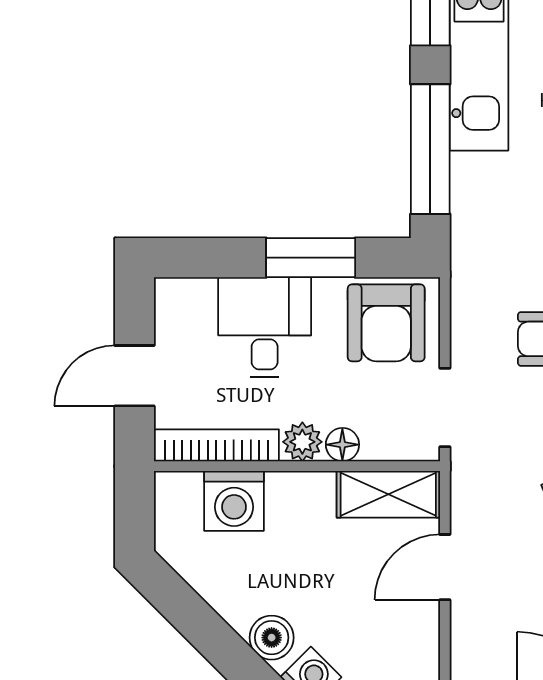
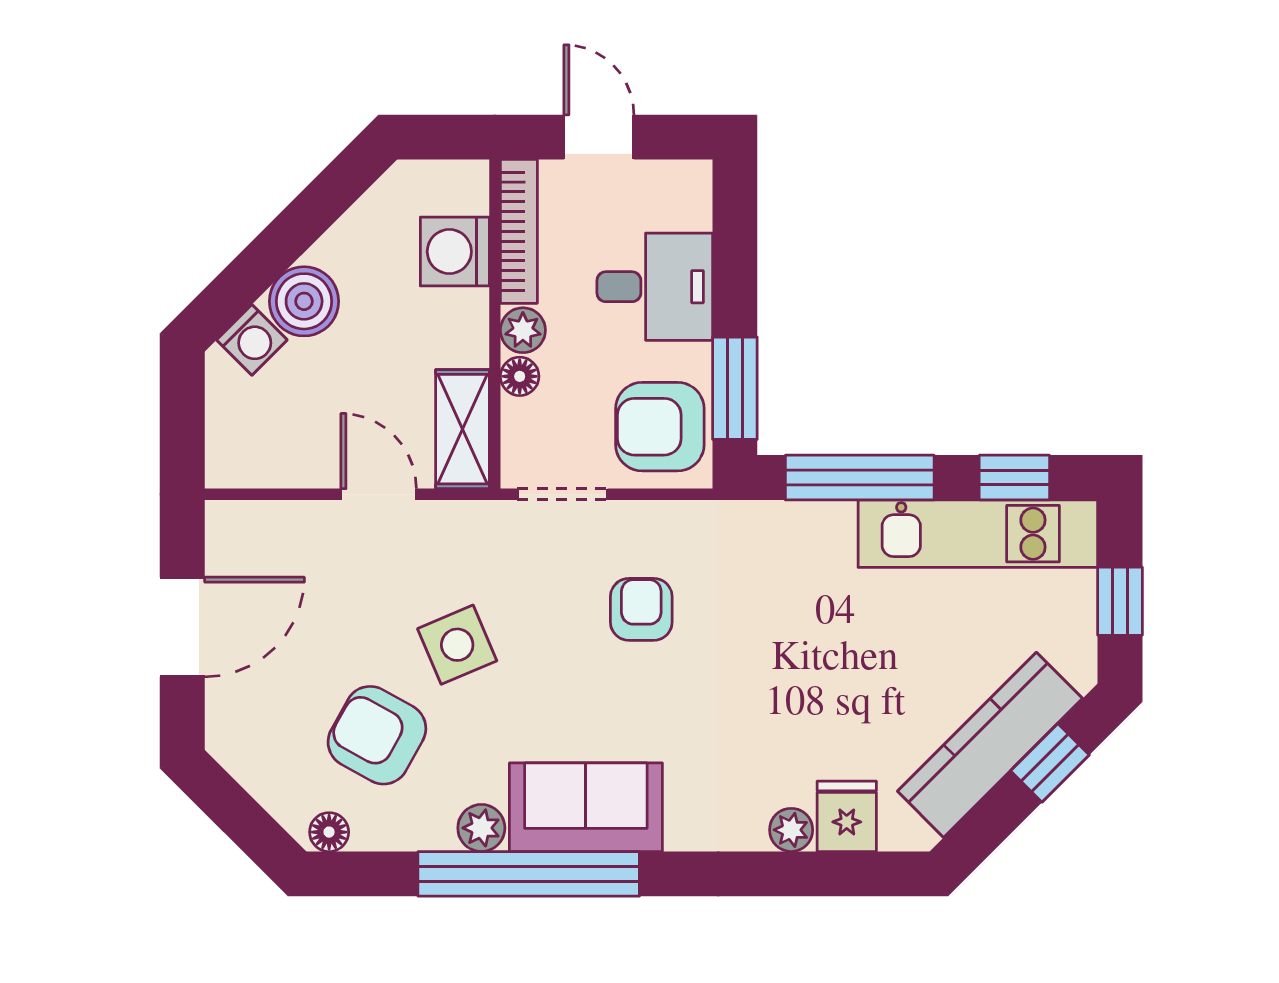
window: (311, 258) -> (735, 388), moved
boiler: (272, 638) -> (304, 301), width x1.36, depth x1.36

